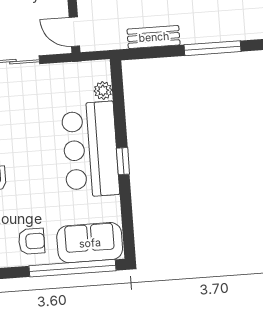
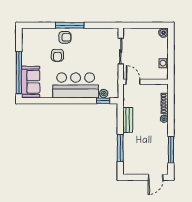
door: (74, 32) -> (133, 82), hinge flipped
window: (123, 161) -> (103, 101), moved
armchair: (32, 241) -> (57, 55), moved

